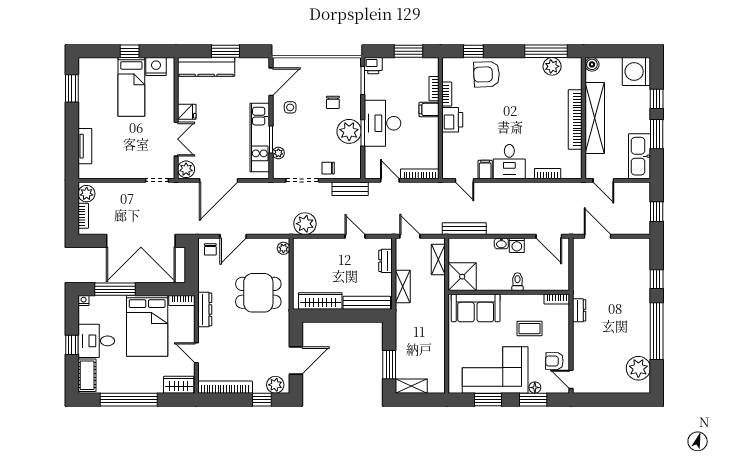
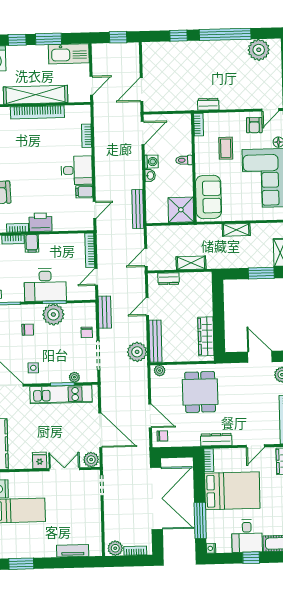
shelving: (438, 260) -> (236, 230), moved
bench: (367, 303) -> (155, 341), moved

